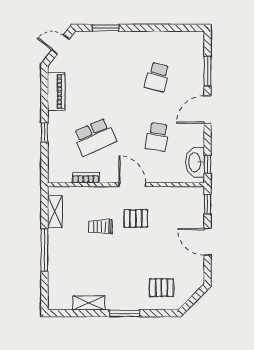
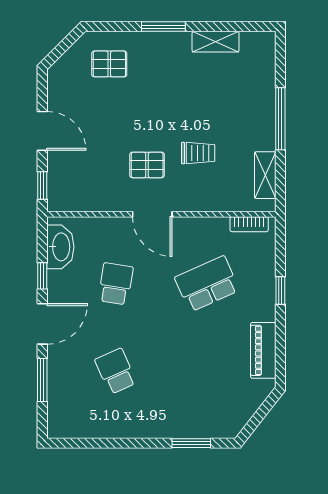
door: (60, 45) -> (257, 419), removed
school desk: (157, 77) -> (116, 371), turned -39
window: (207, 165) -> (42, 276), moved
bookcase: (86, 178) -> (249, 224), moved

